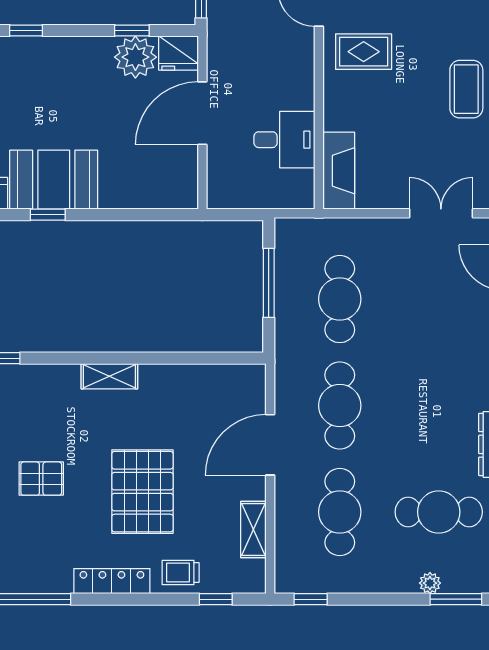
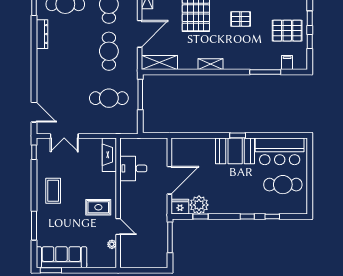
window: (269, 283) -> (140, 94), moved
cafe table: (340, 299) -> (109, 98), turned 90
shelving: (225, 380) -> (159, 63), added

